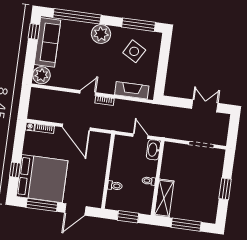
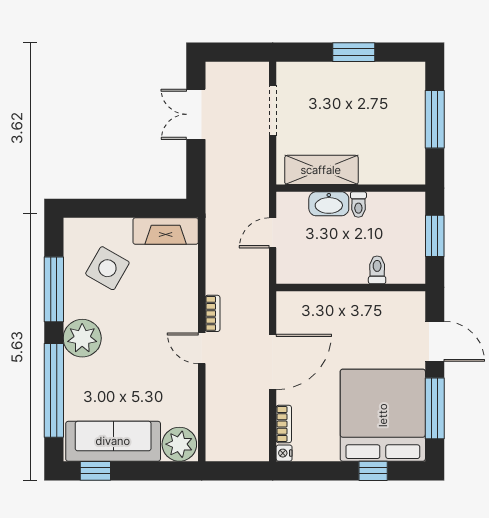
window: (138, 25) -> (54, 289), moved
fireplace: (132, 90) -> (166, 231), moved, turned -90
washbasin: (153, 150) -> (329, 204), moved
shelving: (164, 198) -> (321, 170), moved

